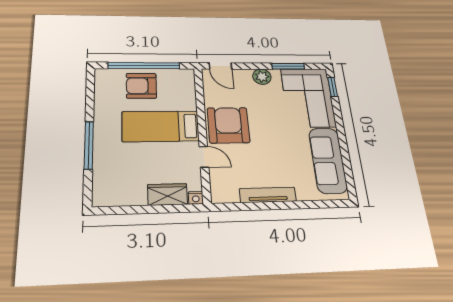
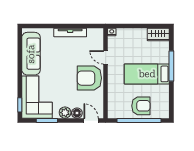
floor lamp: (243, 76) -> (77, 113), added
armchair: (228, 125) -> (89, 78), turned 90
bed: (160, 126) -> (147, 74), moved, turned 180
wardrobe: (167, 194) -> (158, 35), moved

